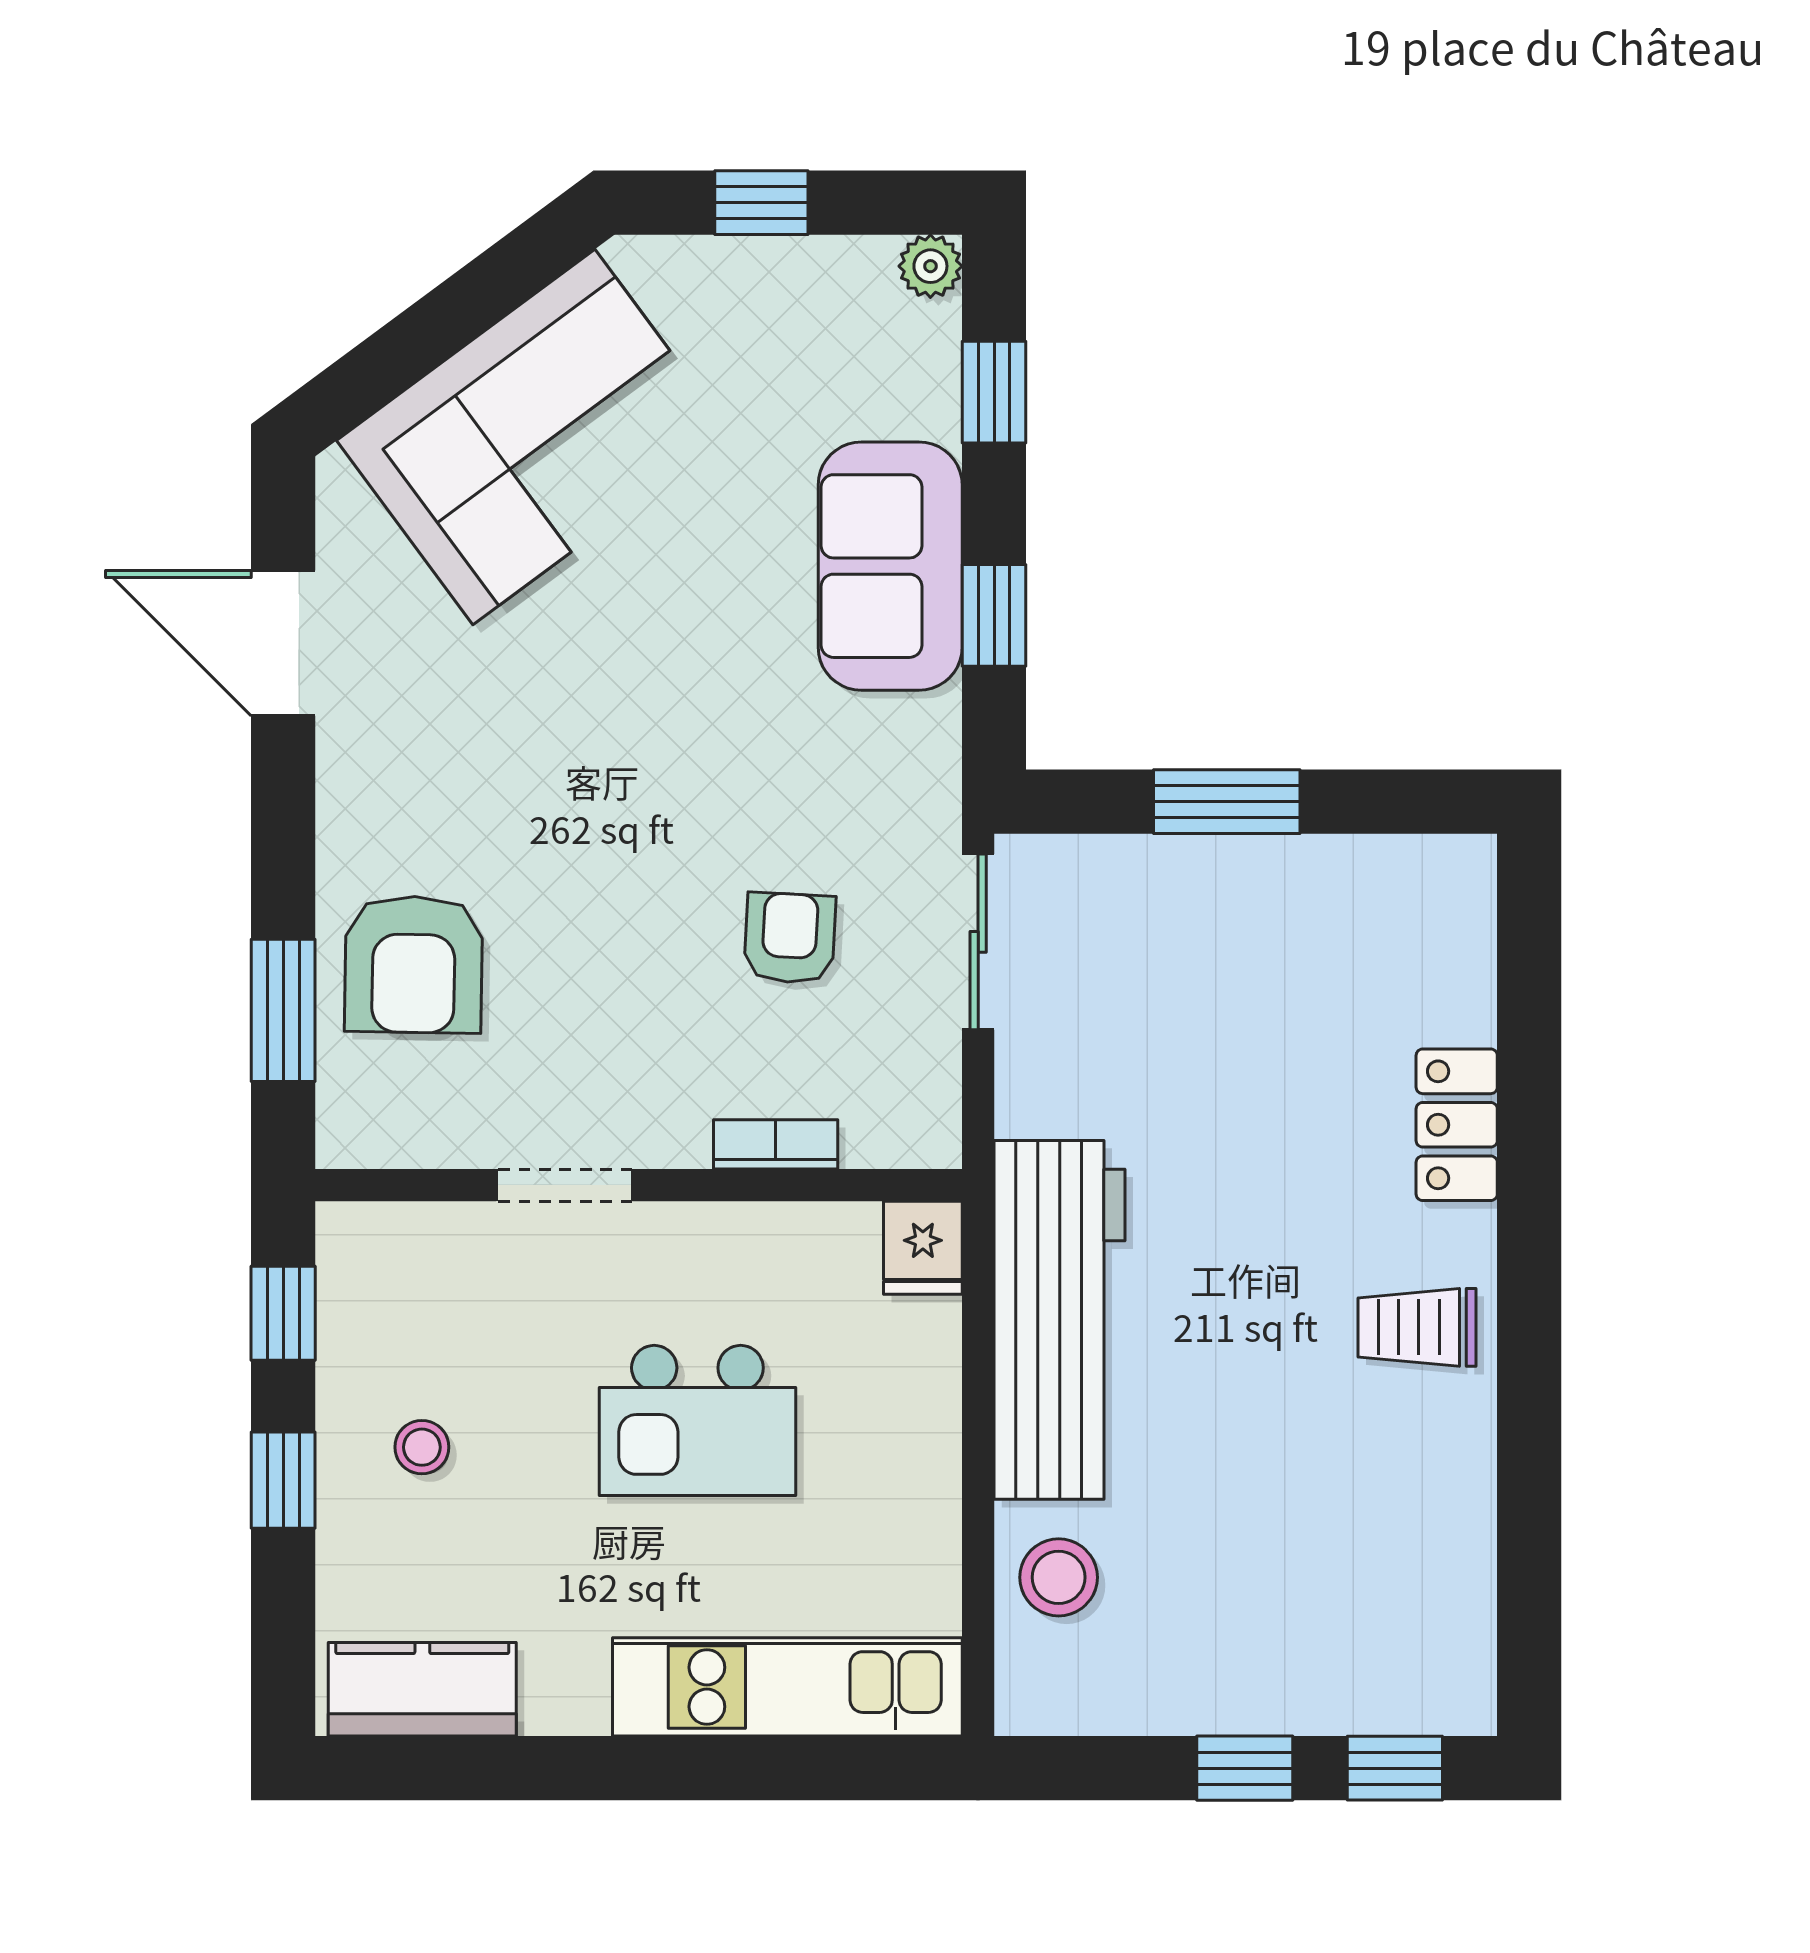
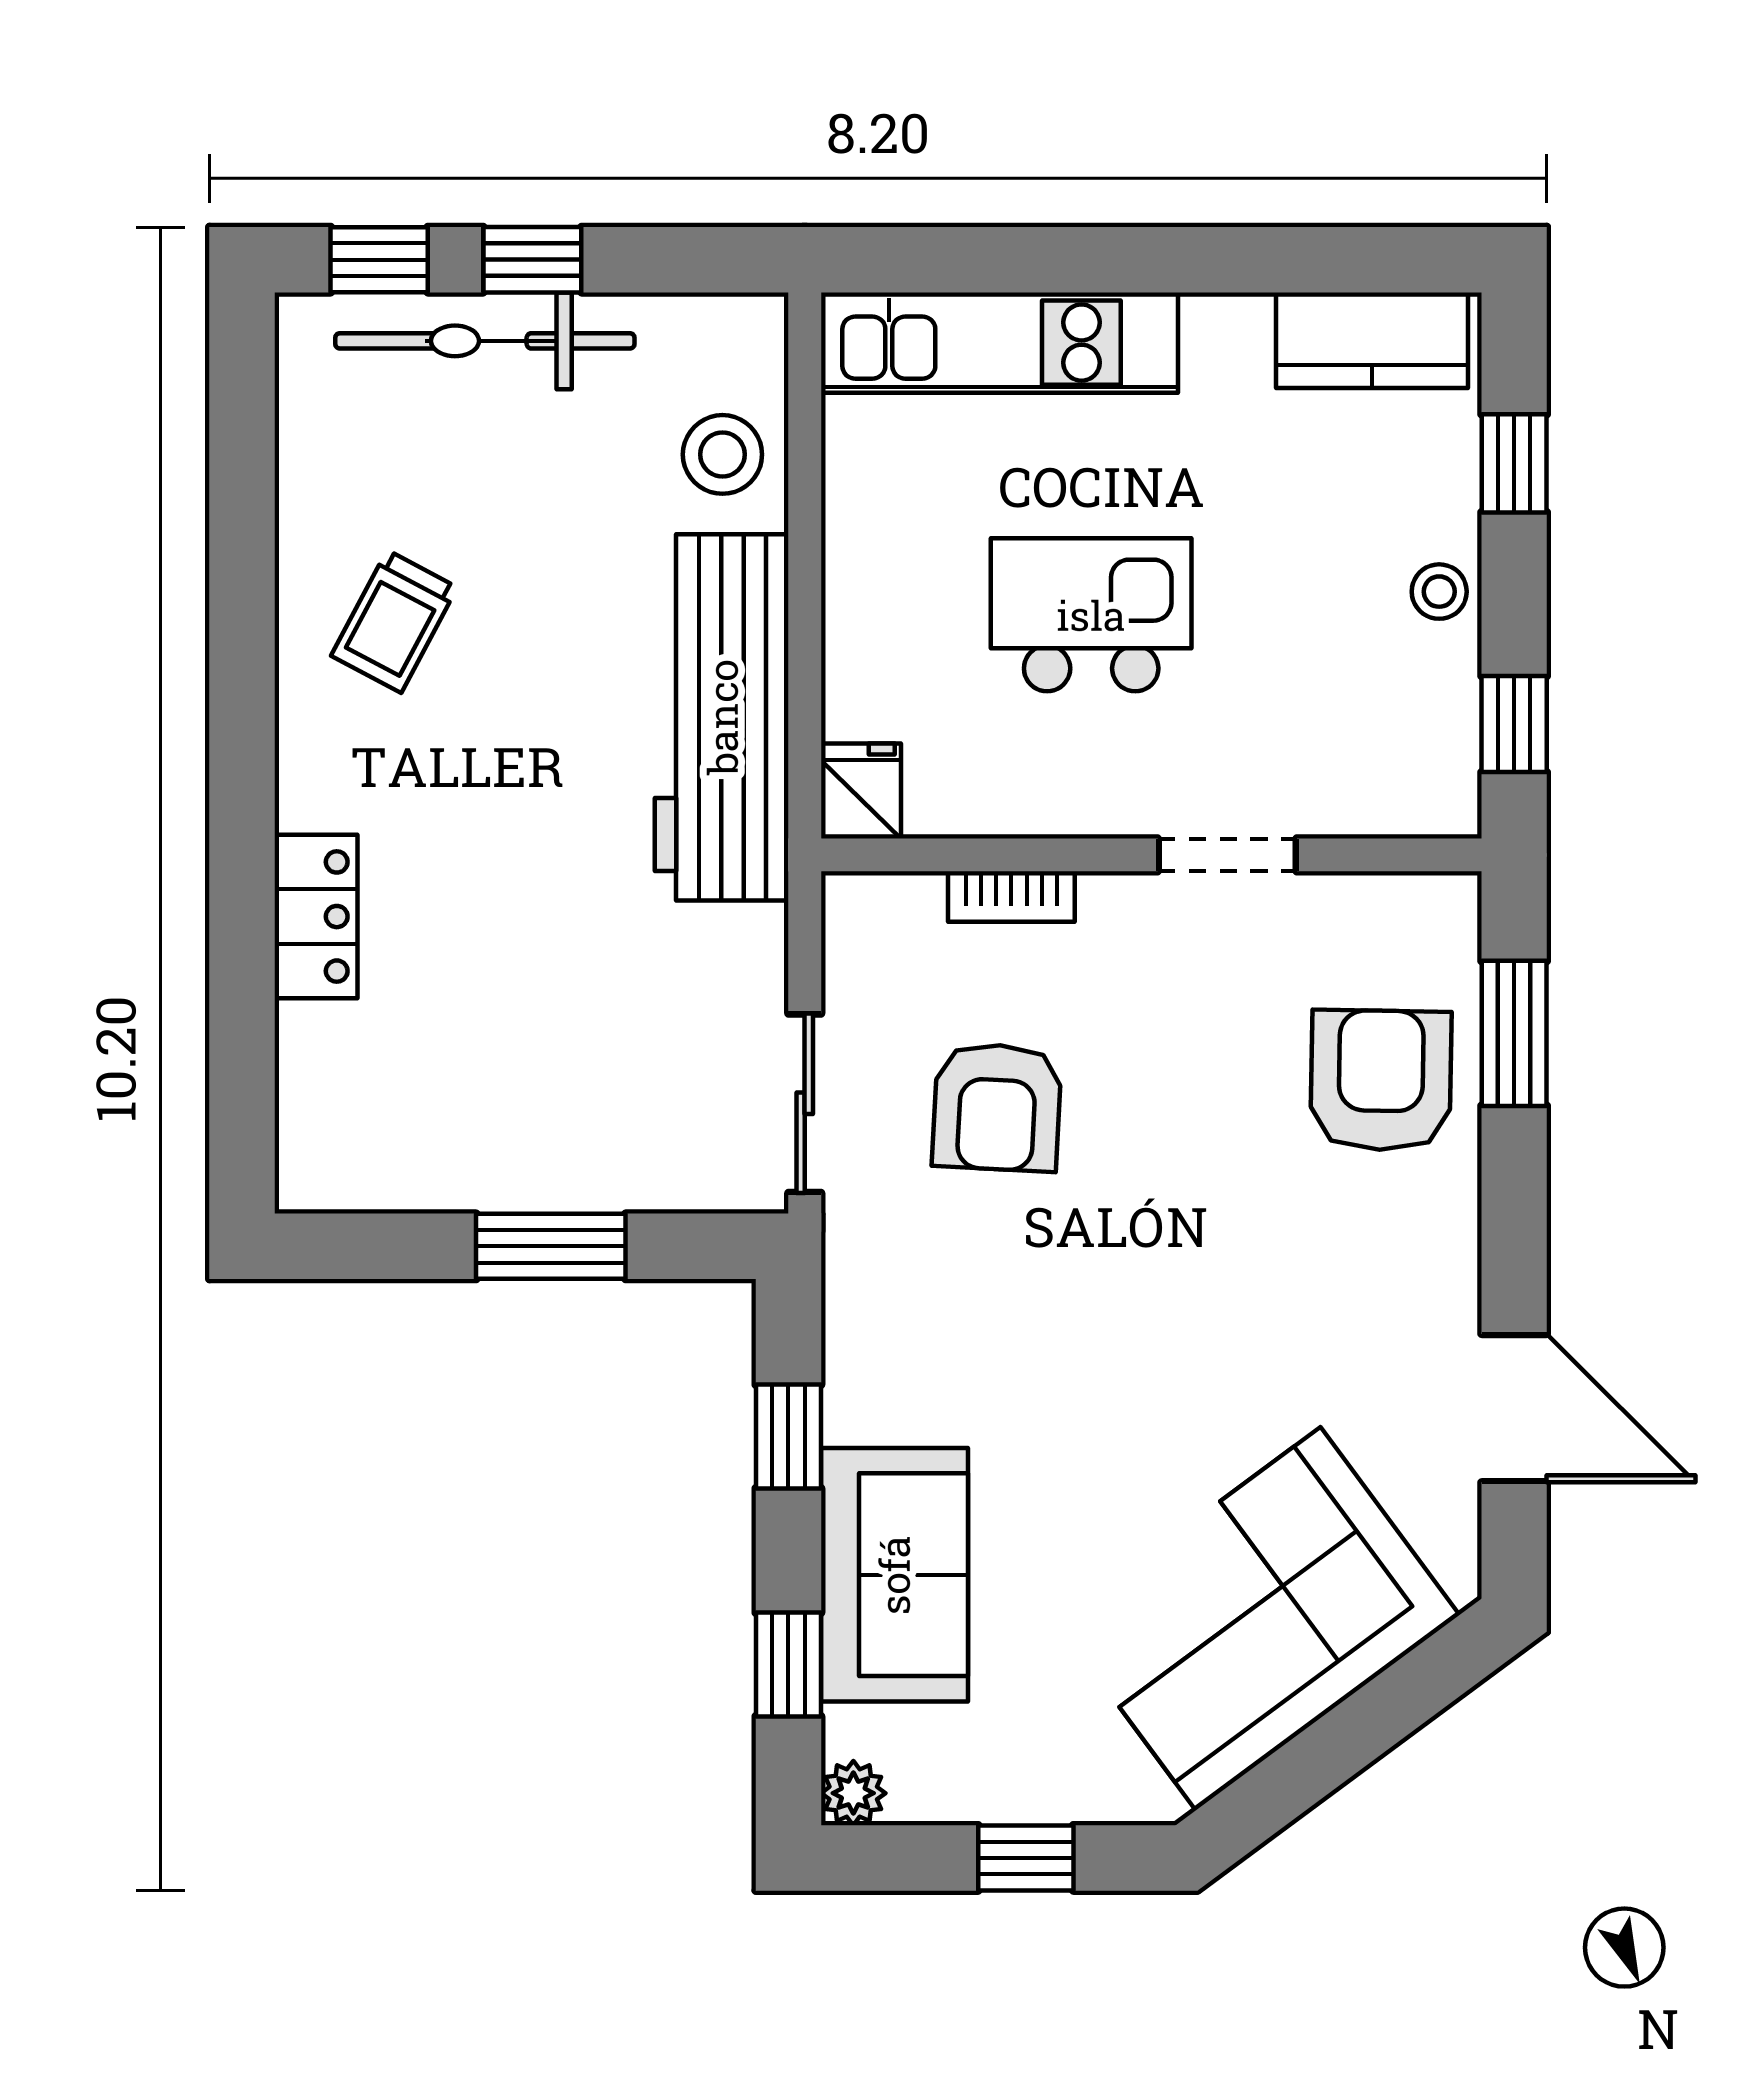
sofa: (890, 566) -> (894, 1575), moved
armchair: (790, 938) -> (997, 1107), width x1.38, depth x1.38
trolley: (1417, 1327) -> (394, 621), moved, turned 118
stool: (422, 1447) -> (1439, 592), moved
window: (283, 1480) -> (1514, 463), moved
bicycle: (1291, 1689) -> (485, 341), added

